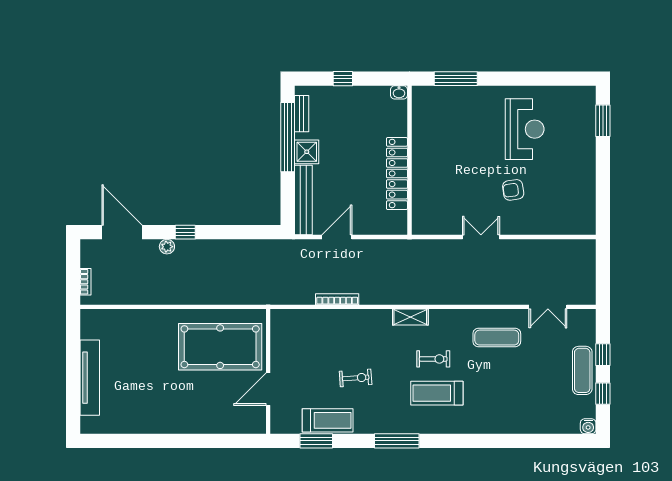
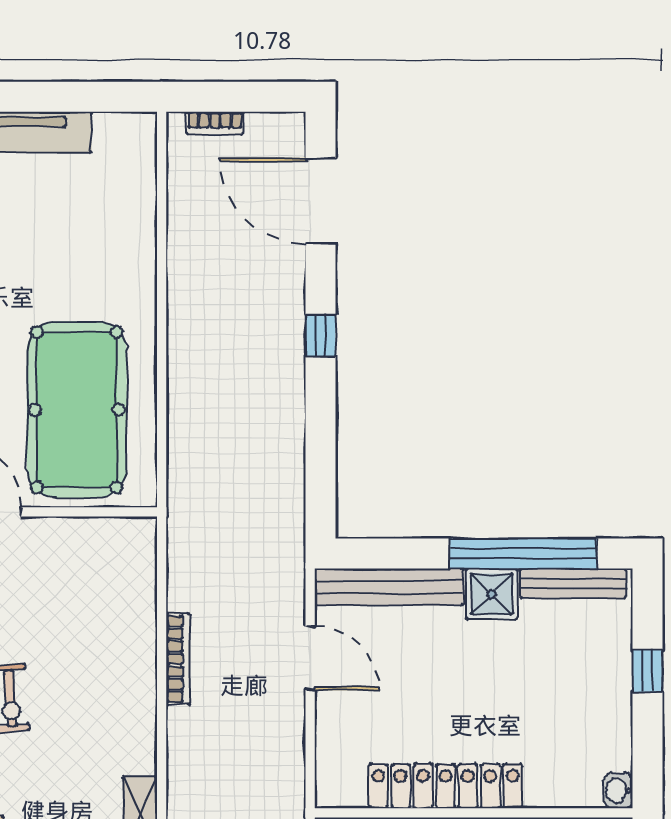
bench: (302, 114) -> (573, 583), width x1.36
door: (122, 232) -> (321, 201), swing flipped
plant: (167, 247) -> (290, 296), removed

